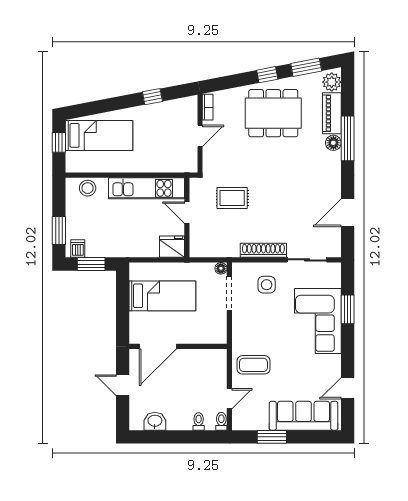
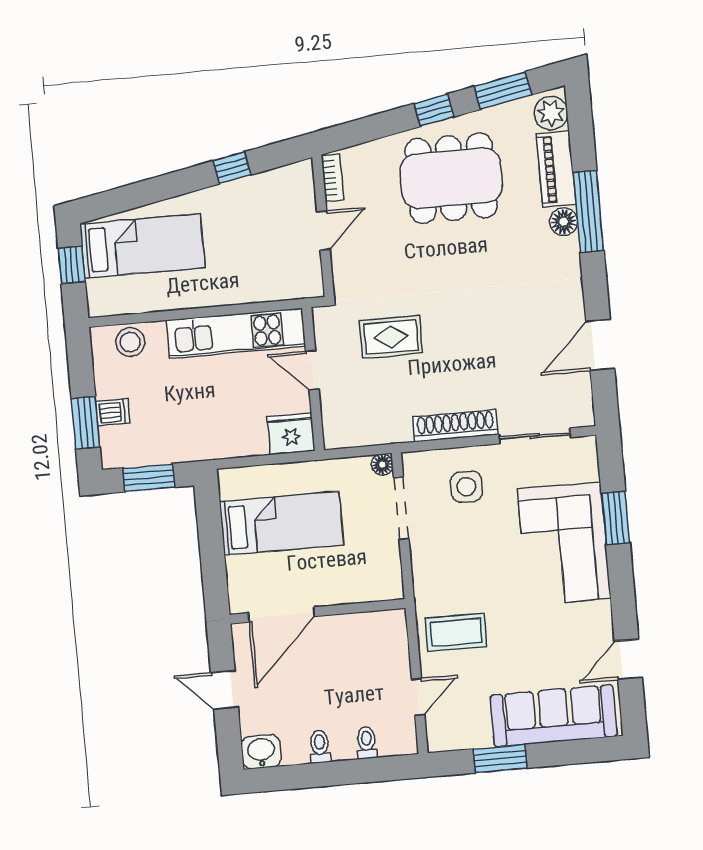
dishwasher: (78, 249) -> (113, 412), moved, turned 90
washbasin: (155, 421) -> (261, 752), moved
toilet: (221, 421) -> (320, 747), moved

